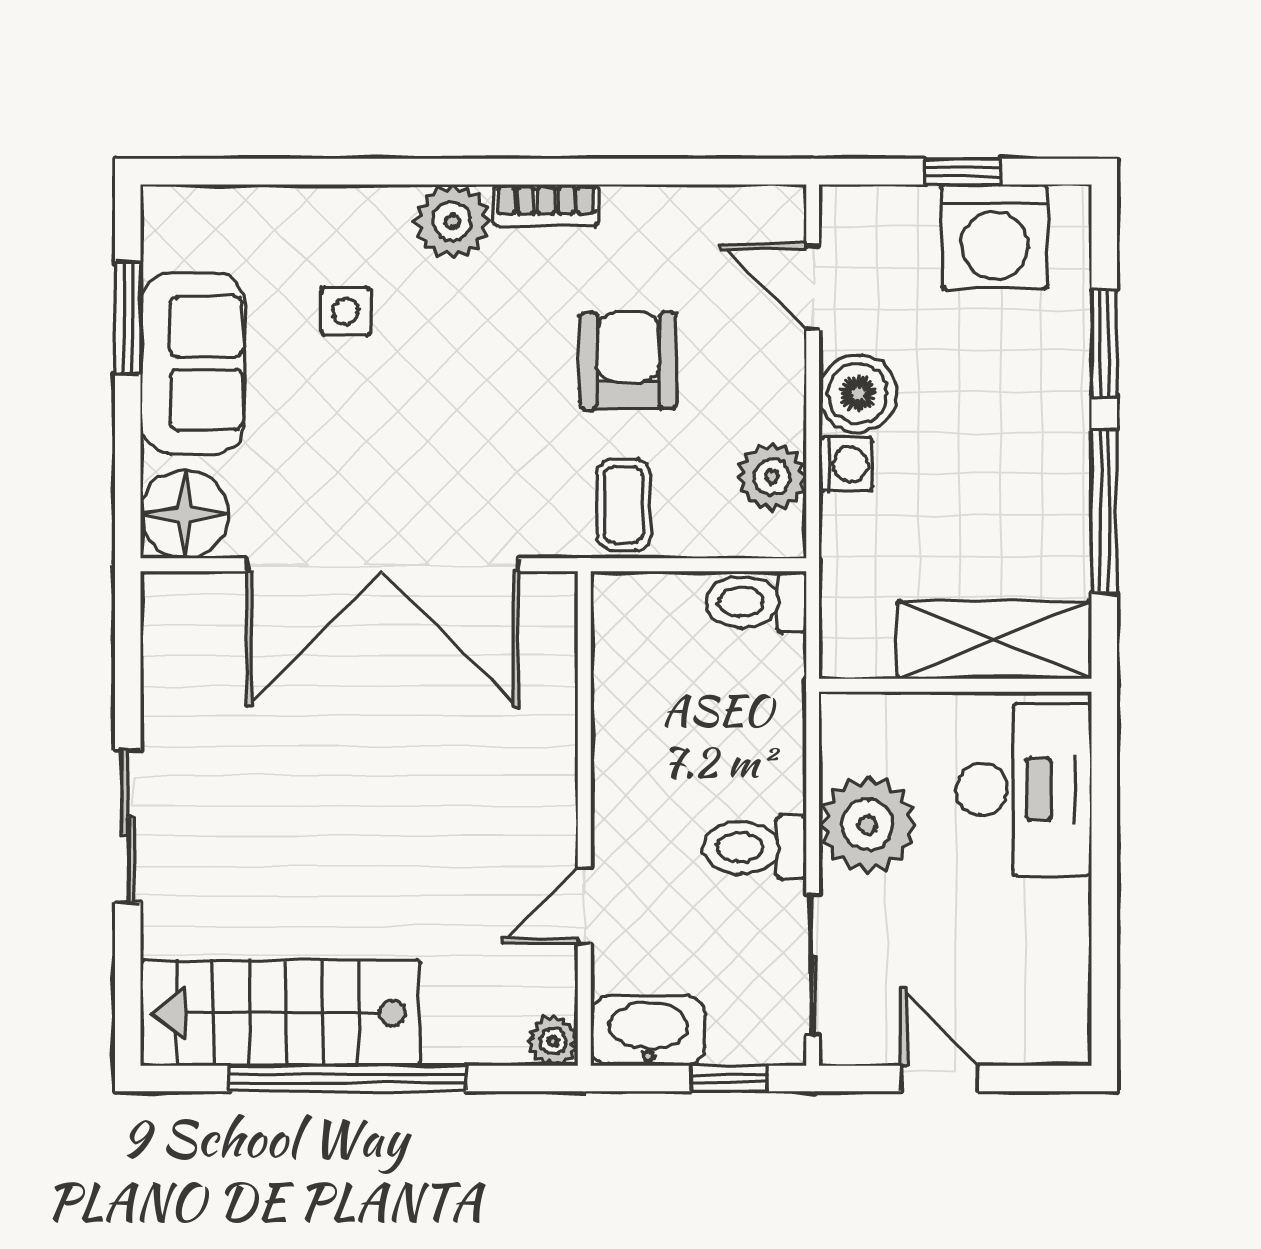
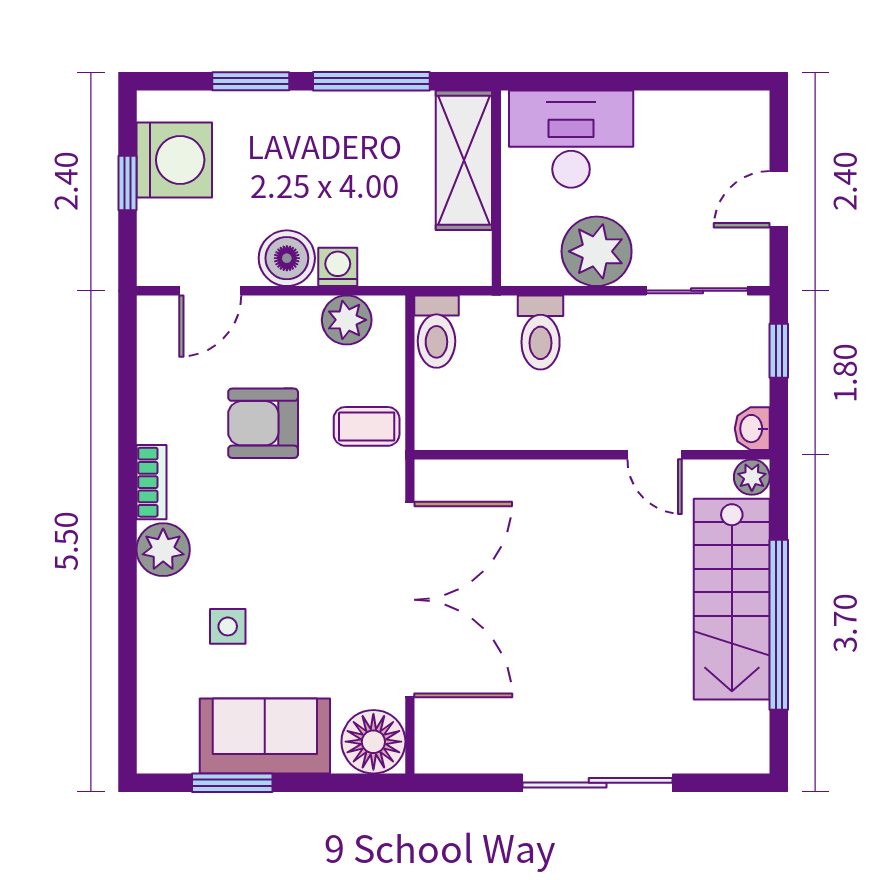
sliding door: (128, 826) -> (598, 783), width x1.37
toilet: (755, 847) -> (541, 332), moved
stairs: (280, 1013) -> (732, 599), moved
washbasin: (648, 1031) -> (752, 429), width x0.52, depth x0.69

